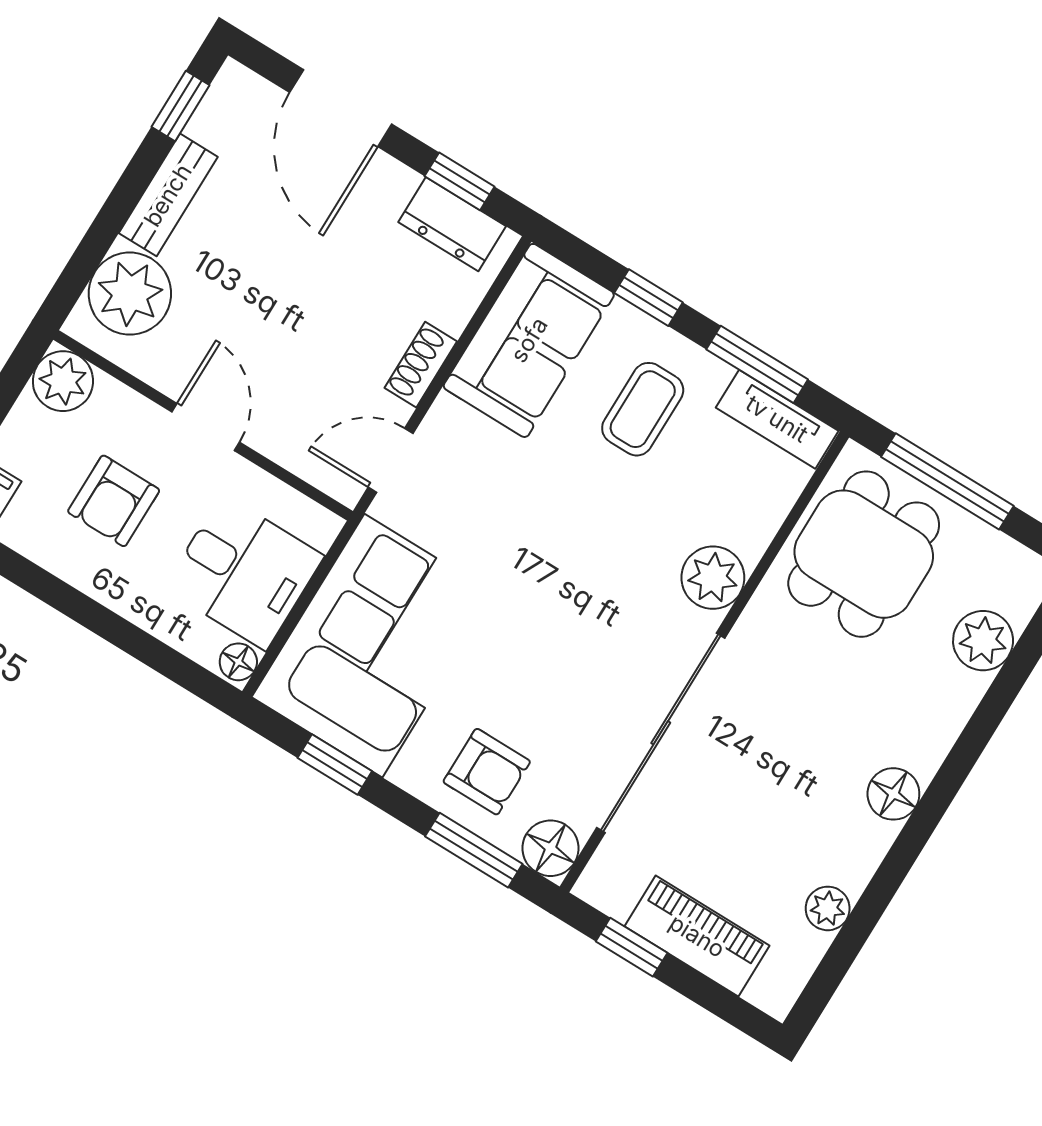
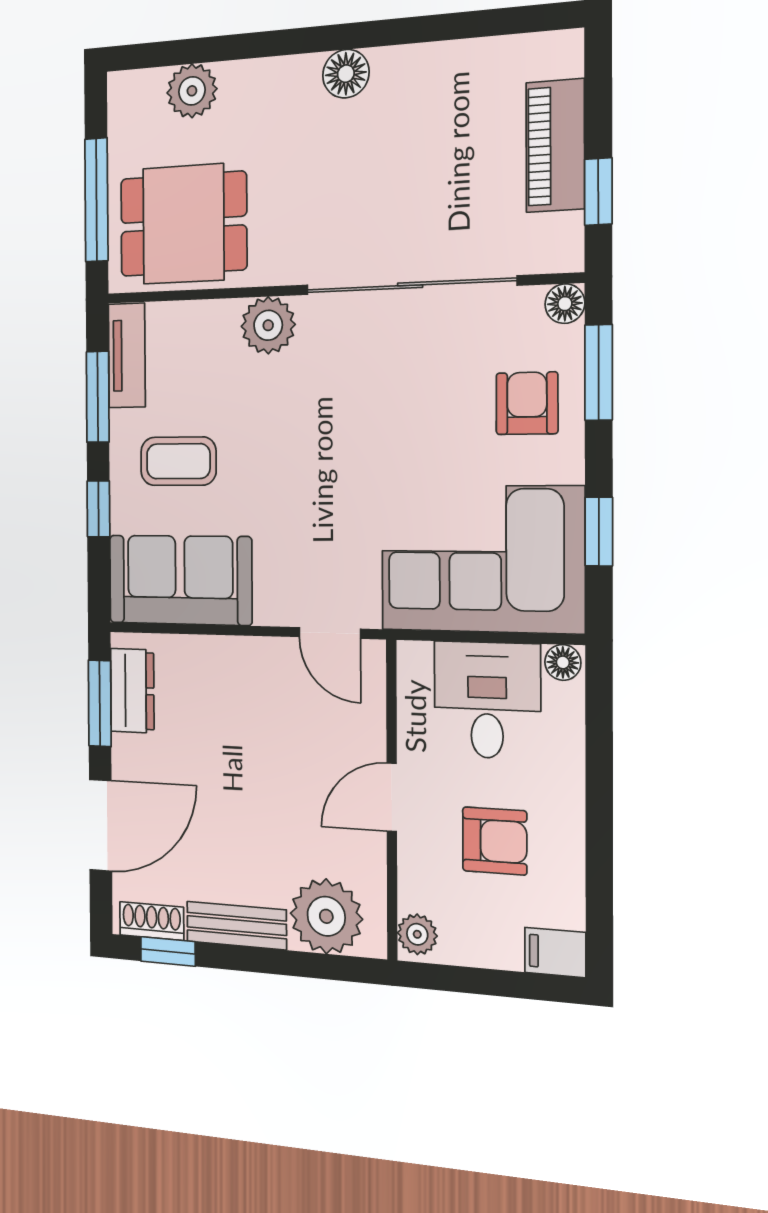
window: (460, 181) -> (100, 703), width x1.50
shoe rack: (421, 365) -> (152, 921), moved, turned 180
plant: (63, 381) -> (417, 934), width x0.73, depth x0.73
floor lamp: (551, 848) -> (565, 304), width x0.73, depth x0.73
plant: (828, 908) -> (467, 59), removed

